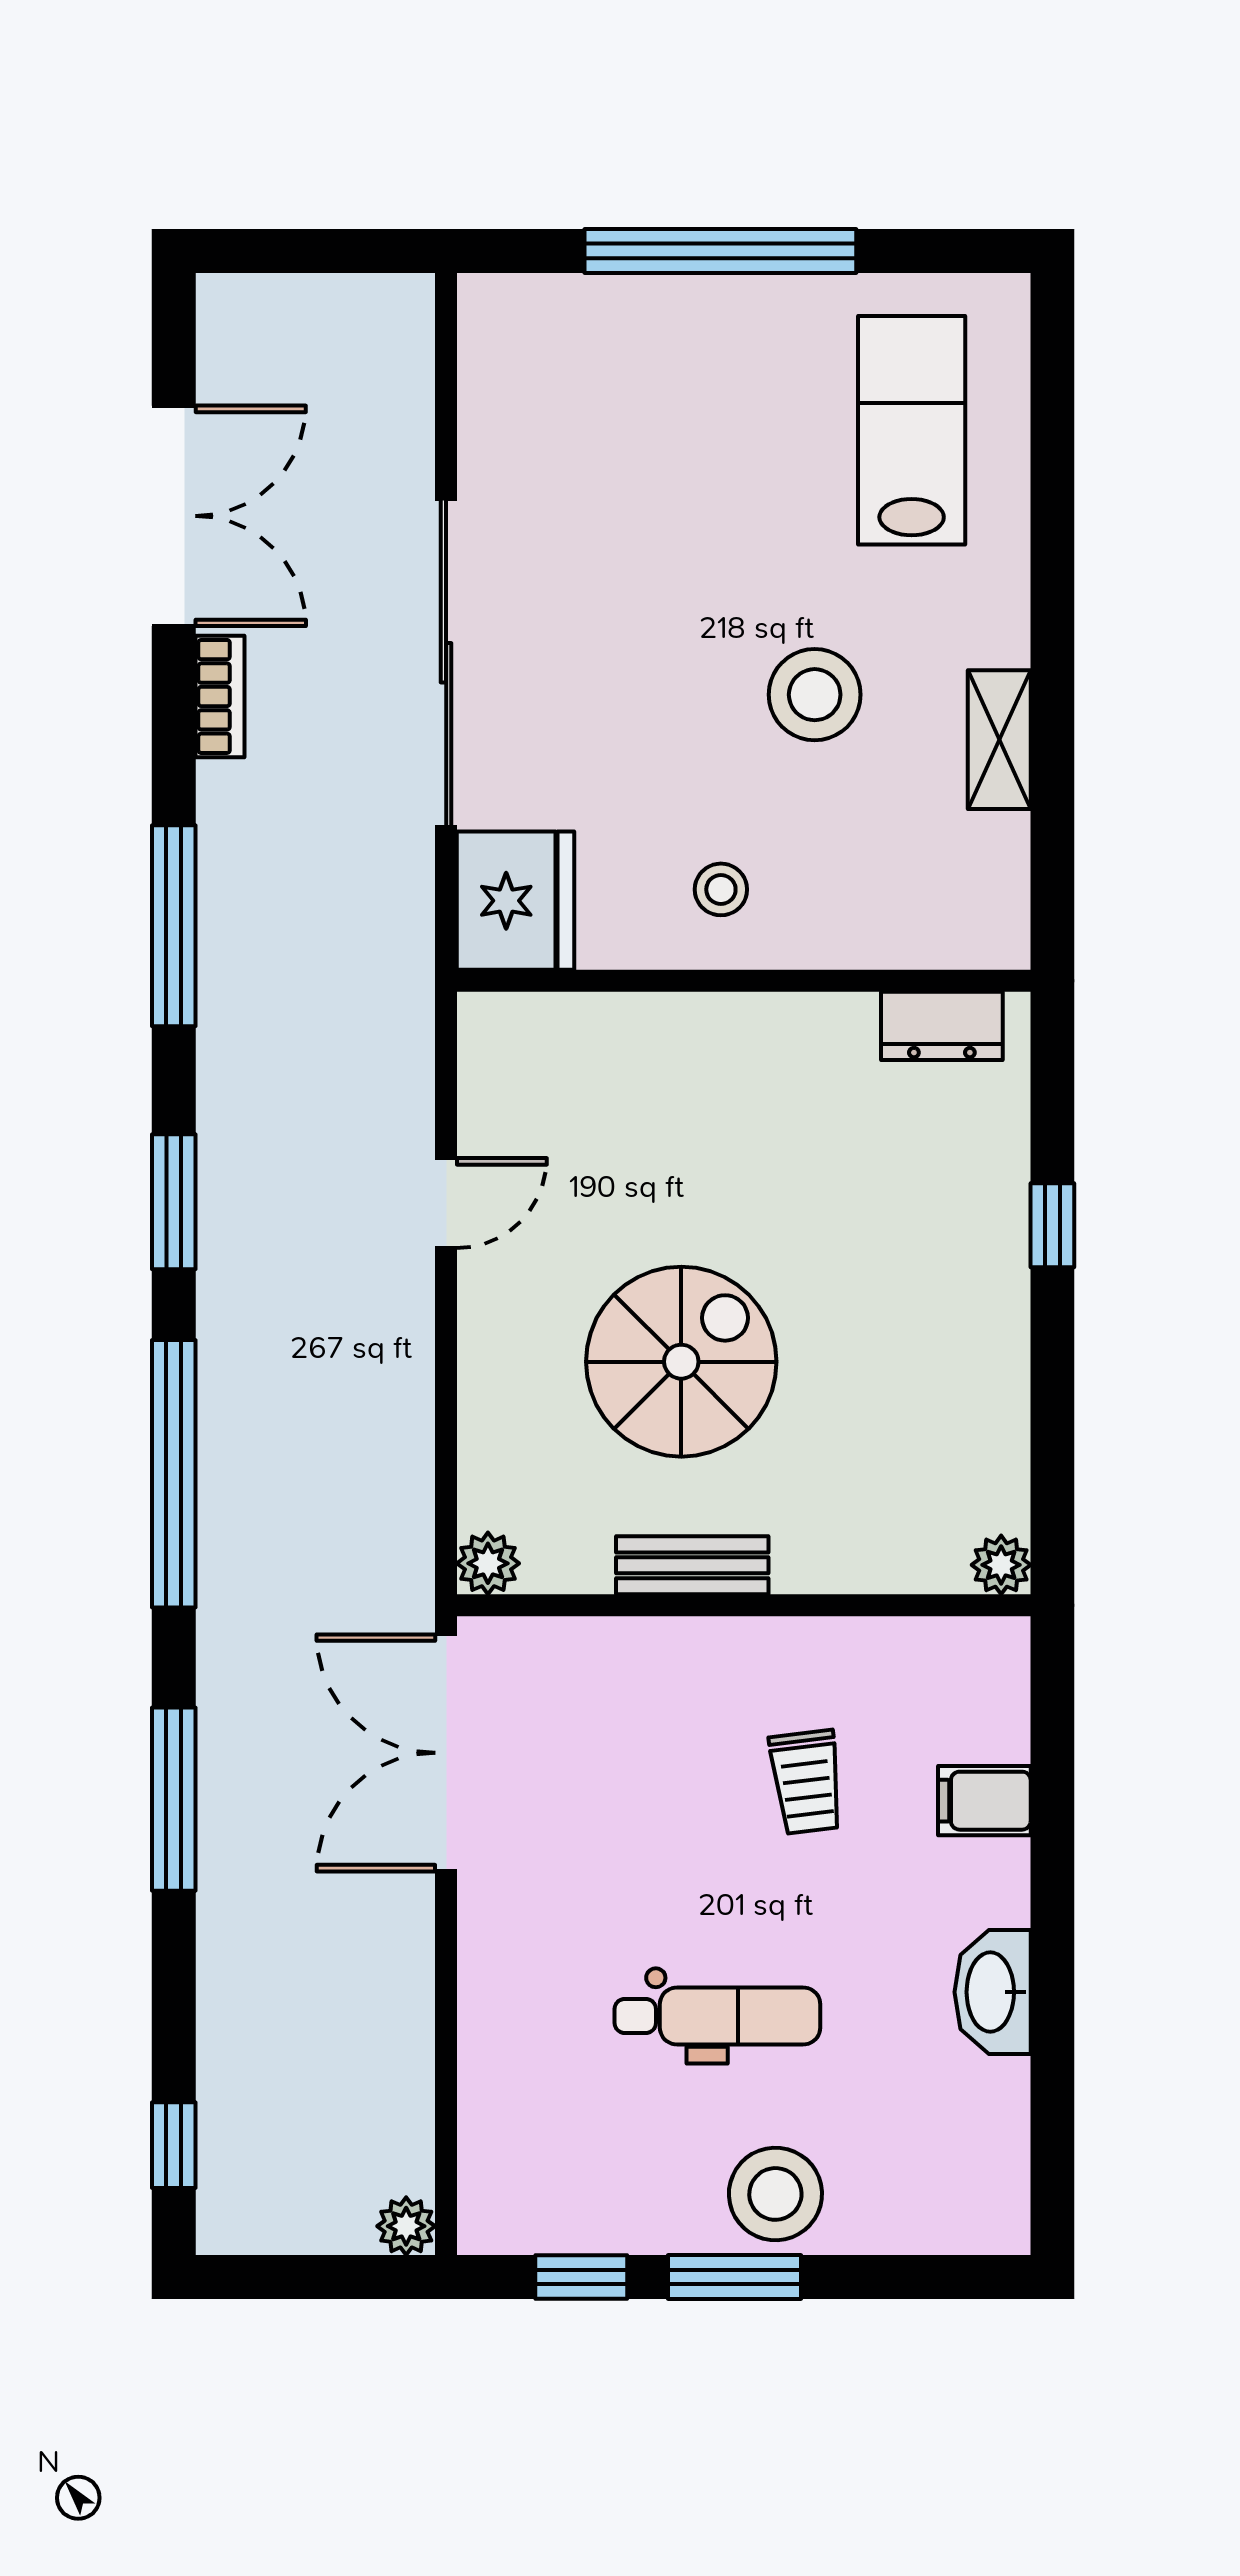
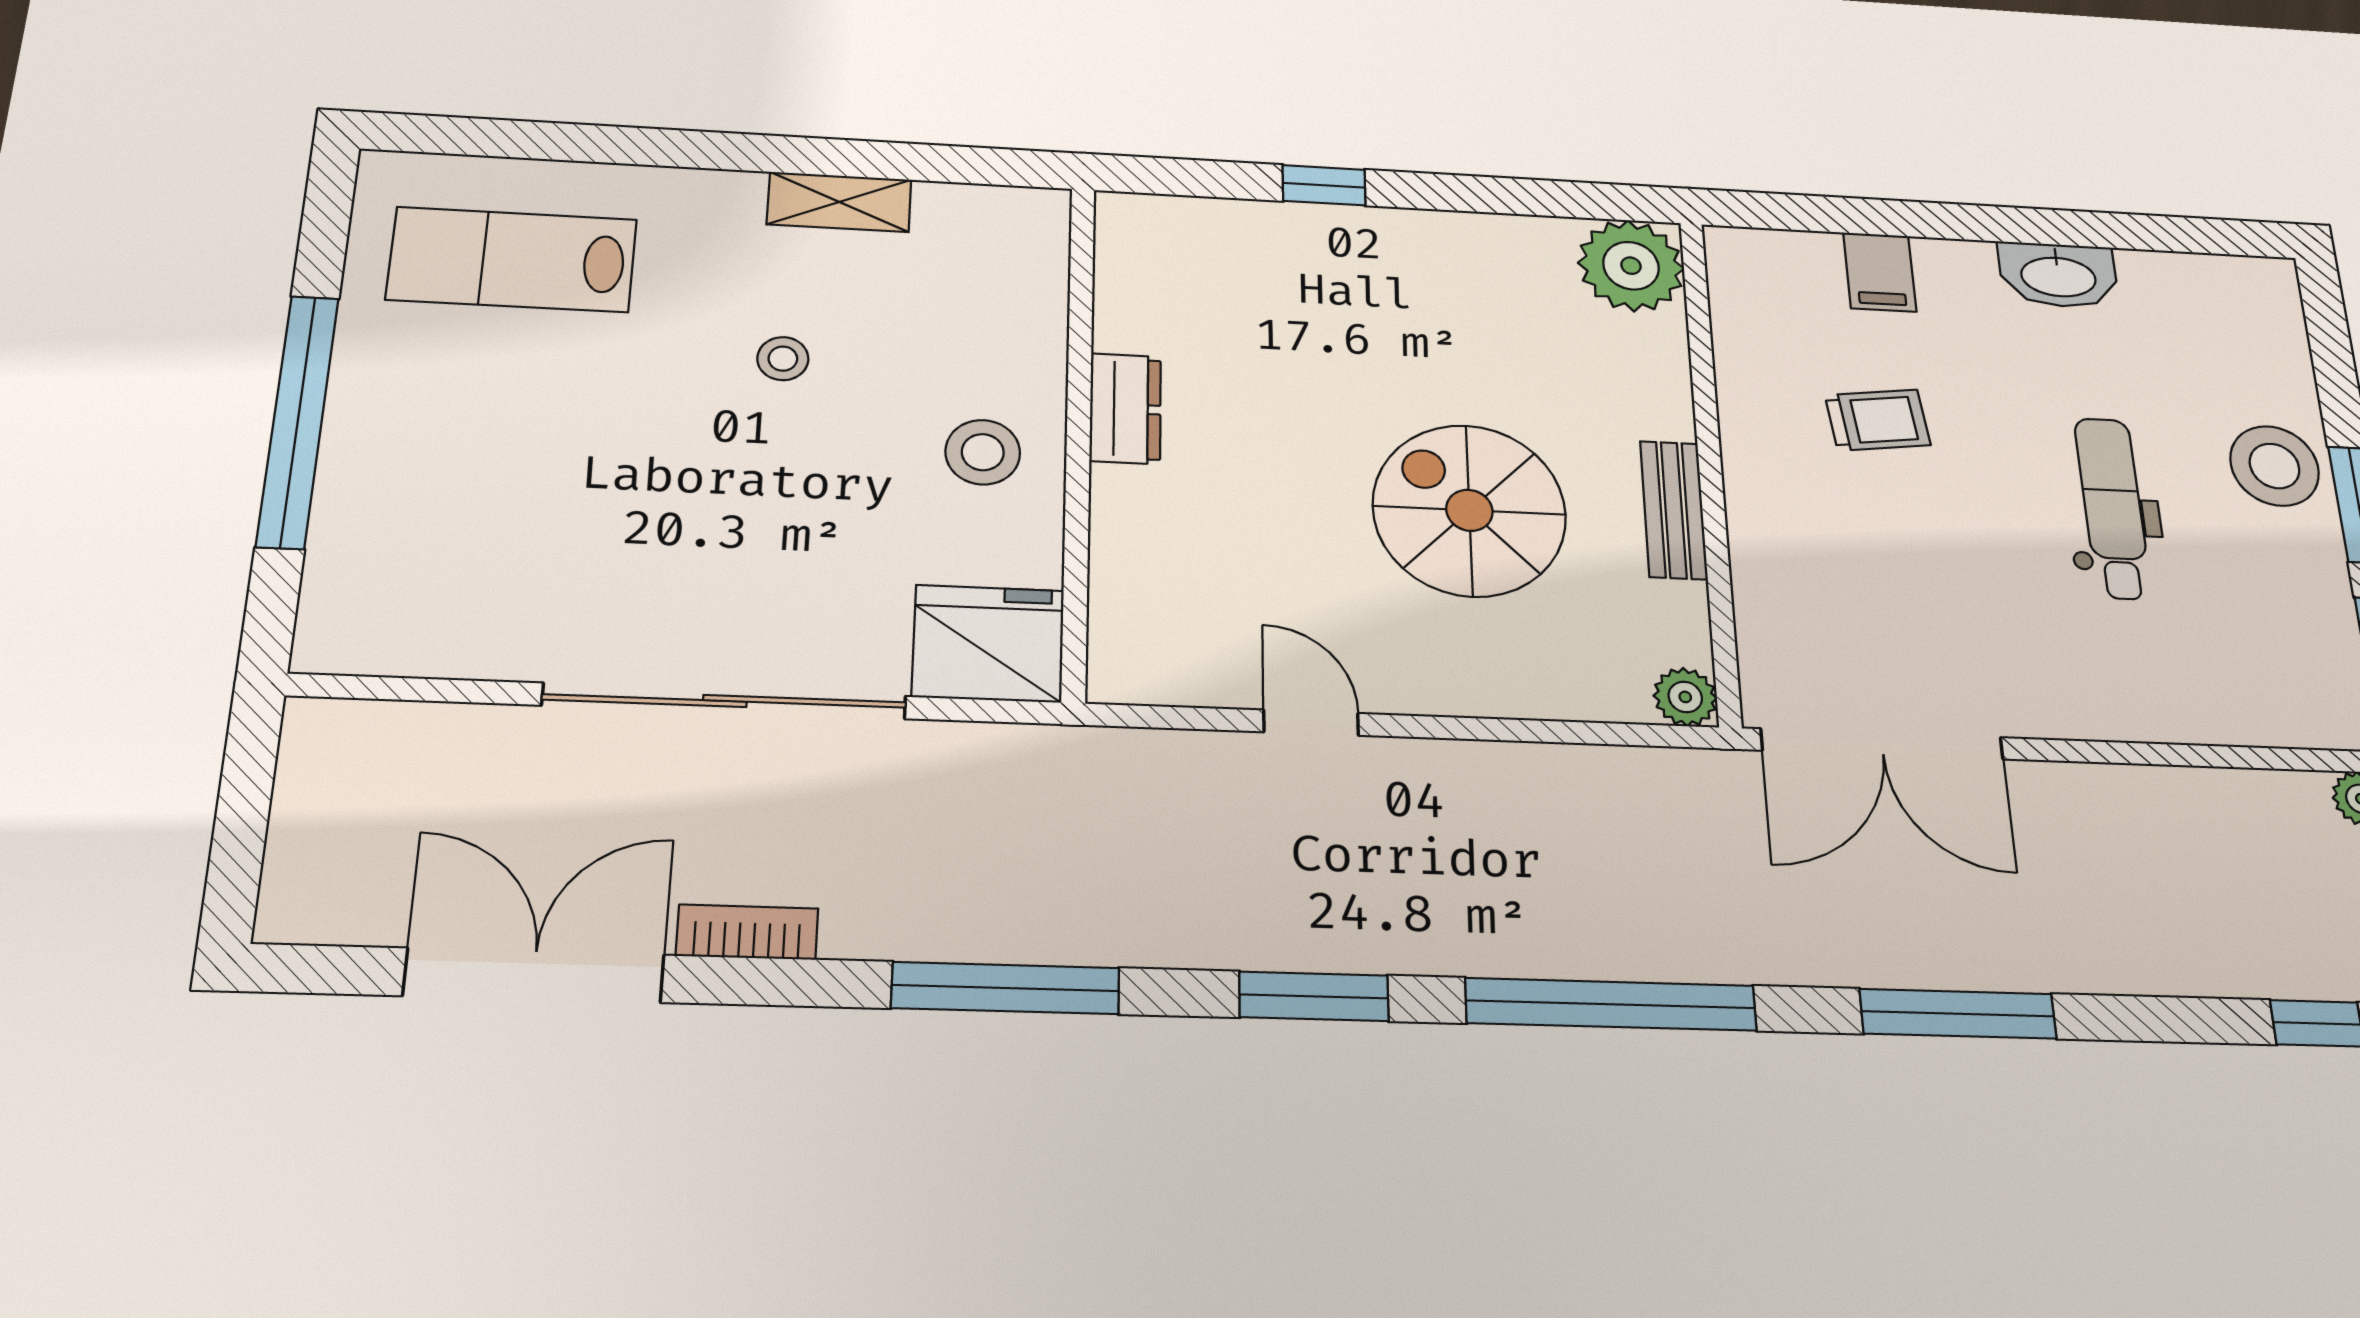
stool: (815, 695) -> (783, 359), width x0.53, depth x0.53
stool: (721, 889) -> (983, 452), width x1.37, depth x1.37
dresser: (942, 1026) -> (1125, 409), moved
plant: (1001, 1565) -> (1631, 266), width x1.87, depth x1.87

